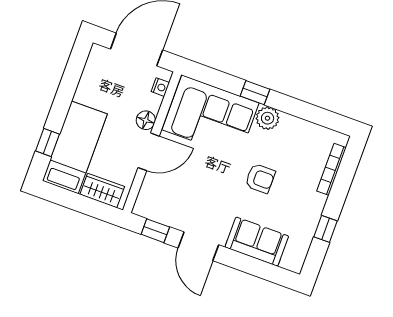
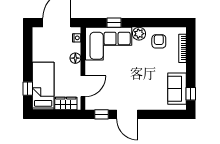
window: (255, 93) -> (114, 23), moved
door: (149, 152) -> (83, 86), moved
armchair: (260, 178) -> (159, 41), moved, turned -90
window: (325, 229) -> (191, 94), moved
sofa: (257, 242) -> (177, 89), moved, turned -90

